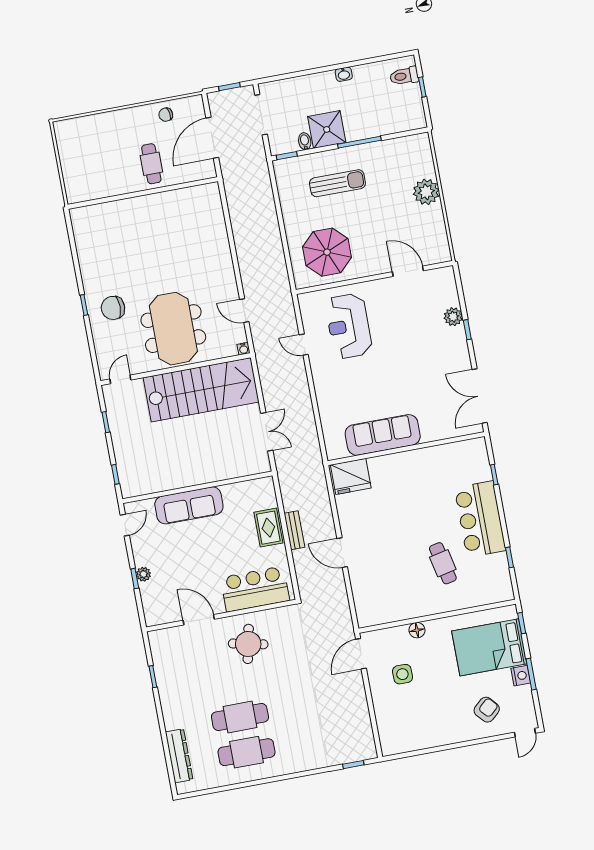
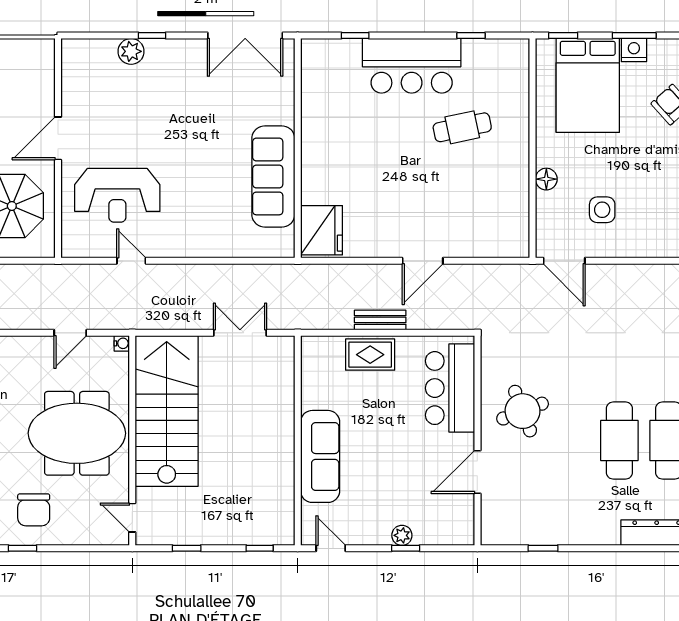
door: (408, 271) -> (58, 138), moved
door: (304, 345) -> (131, 261), swing flipped
round table: (248, 644) -> (523, 411), turned -33

